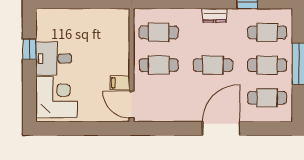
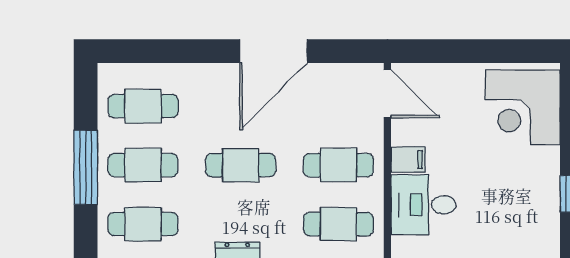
desk: (54, 59) -> (423, 205), moved, turned 180
filing cabinet: (120, 83) -> (408, 160), moved
door: (221, 128) -> (273, 51), moved

